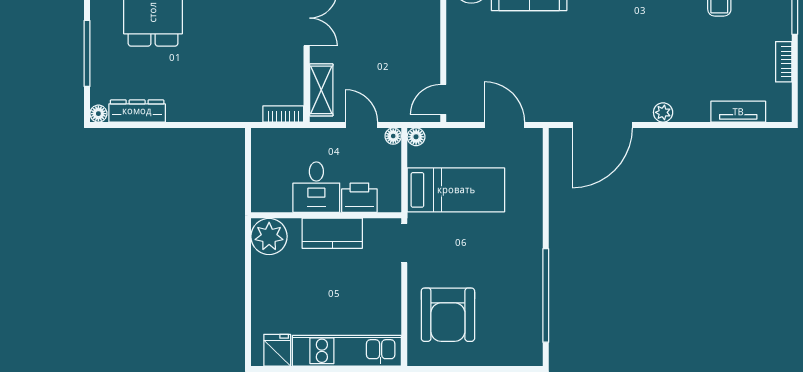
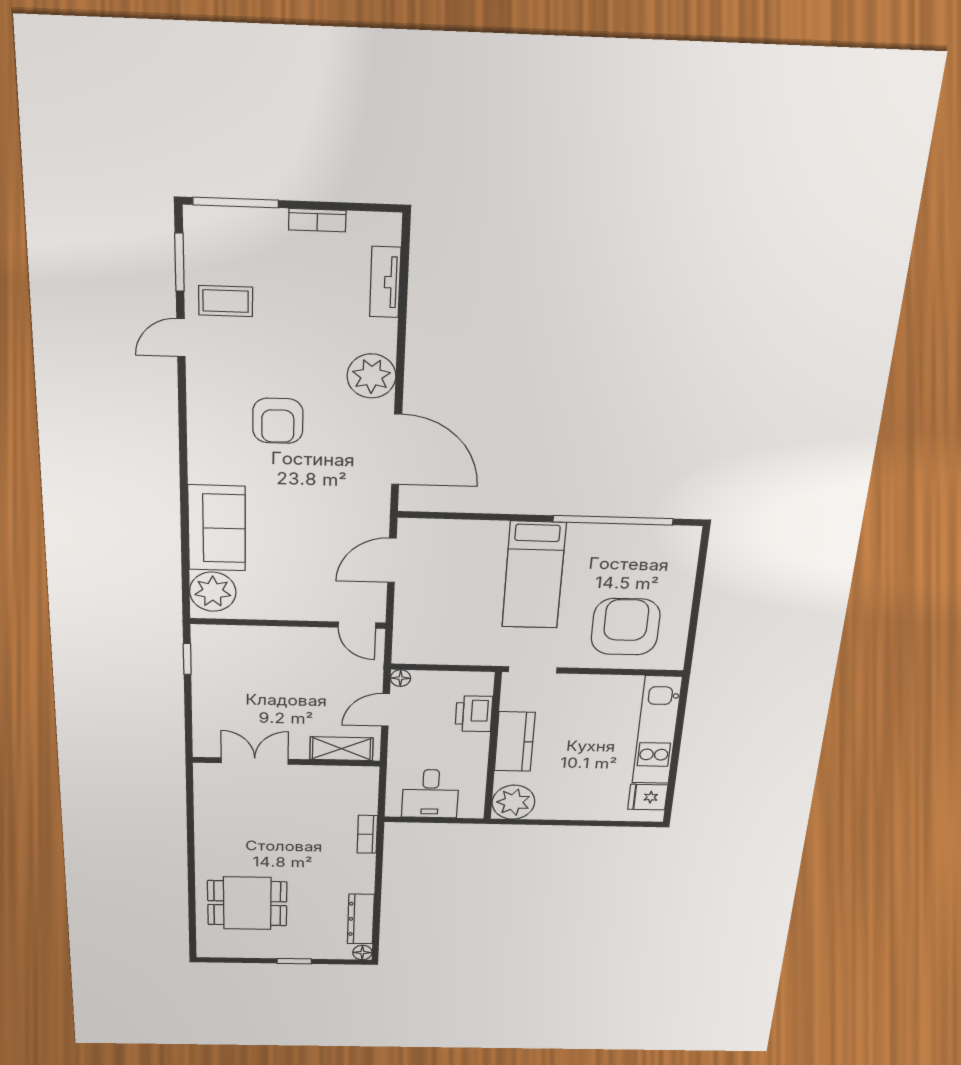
armchair: (624, 35) -> (278, 421), added
window: (87, 53) -> (294, 961), width x0.46
plant: (663, 112) -> (371, 376), width x1.88, depth x1.88
bookcase: (283, 114) -> (367, 834), moved
floor lamp: (416, 137) -> (403, 655), removed
desk: (316, 187) -> (430, 794), moved, turned 90
bed: (456, 190) -> (534, 575), moved, turned 180
armchair: (448, 315) -> (626, 627), turned -90

